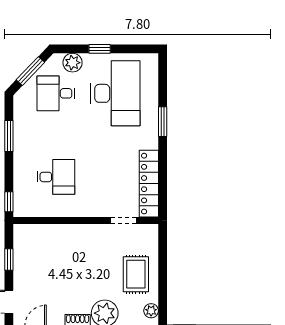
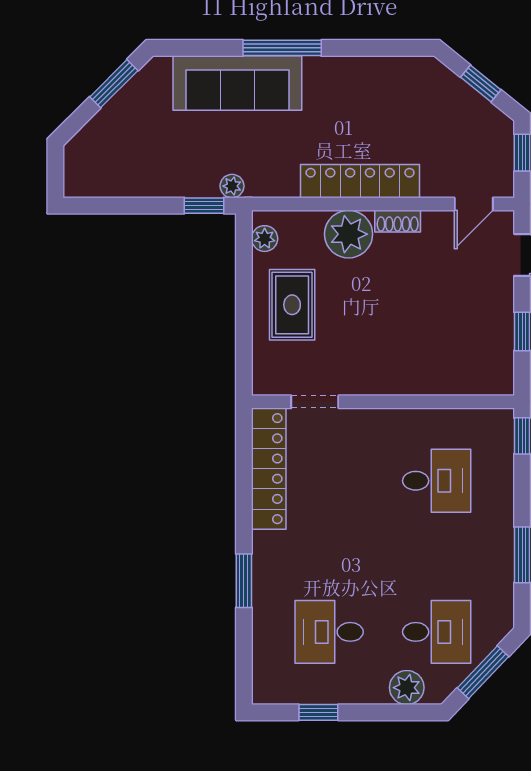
window: (100, 49) -> (318, 712), moved
desk: (115, 93) -> (329, 632), width x0.53, depth x0.77
desk: (56, 177) -> (437, 481), turned 180

